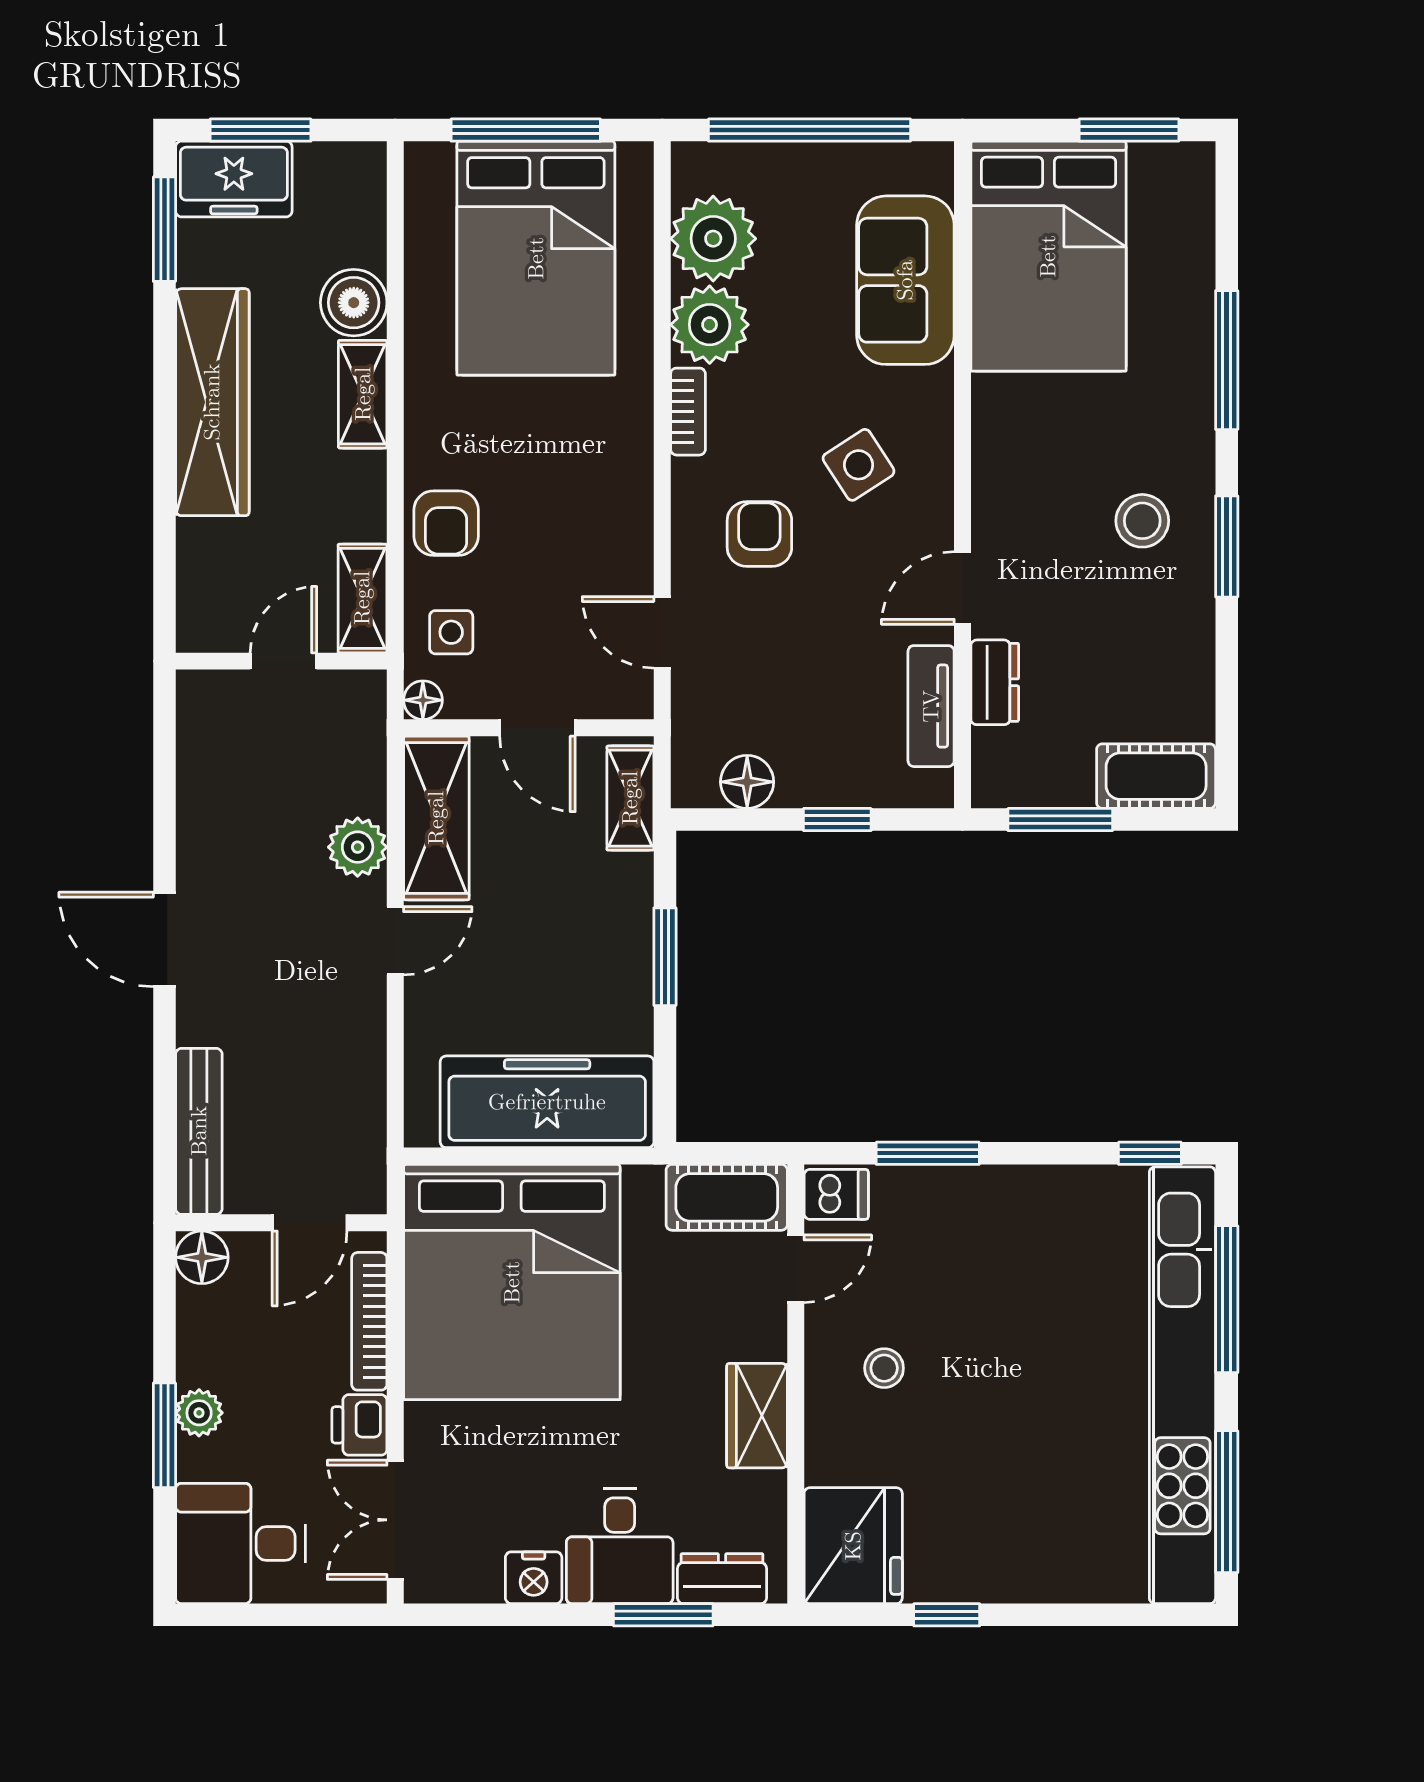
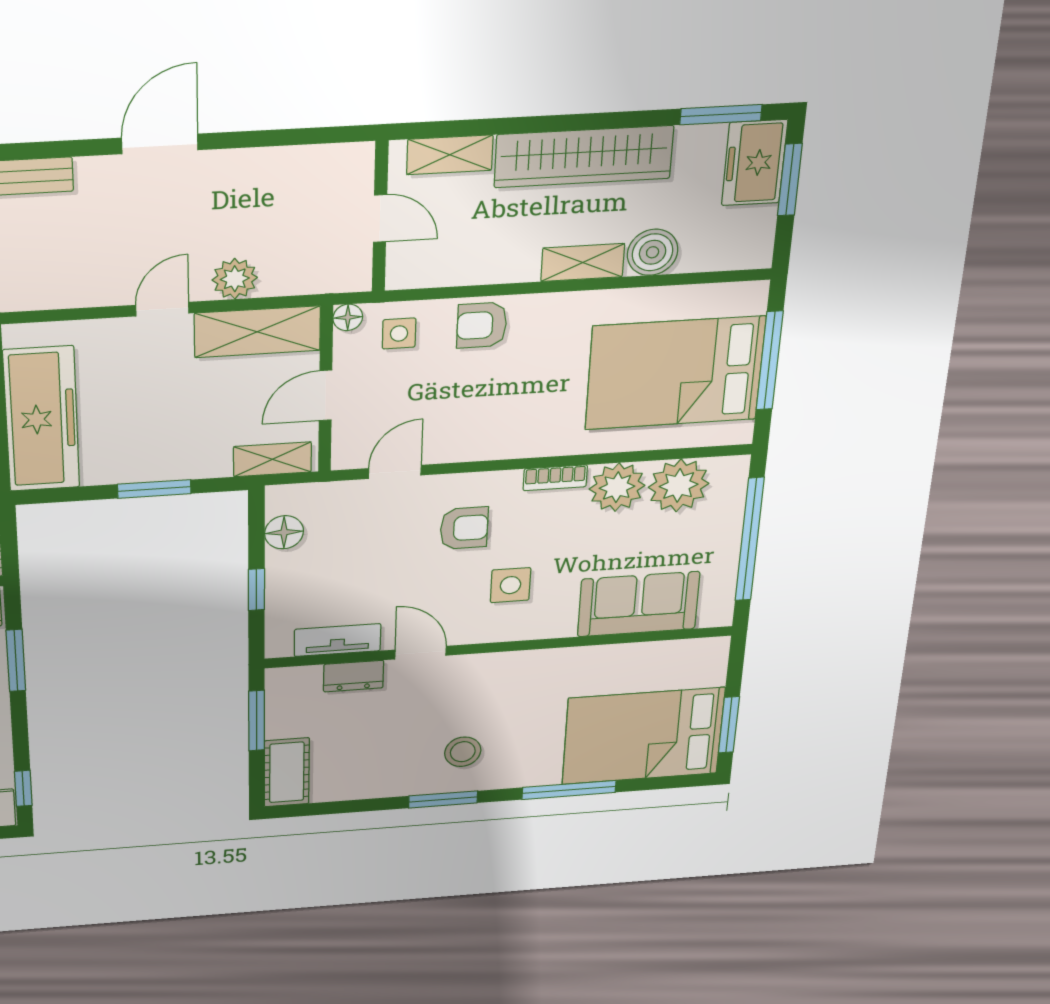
bed: (1048, 256) -> (643, 736), moved
side table: (859, 465) -> (510, 585), turned 33
shelving: (362, 598) -> (450, 155), moved
door: (395, 941) -> (162, 309), swing flipped

